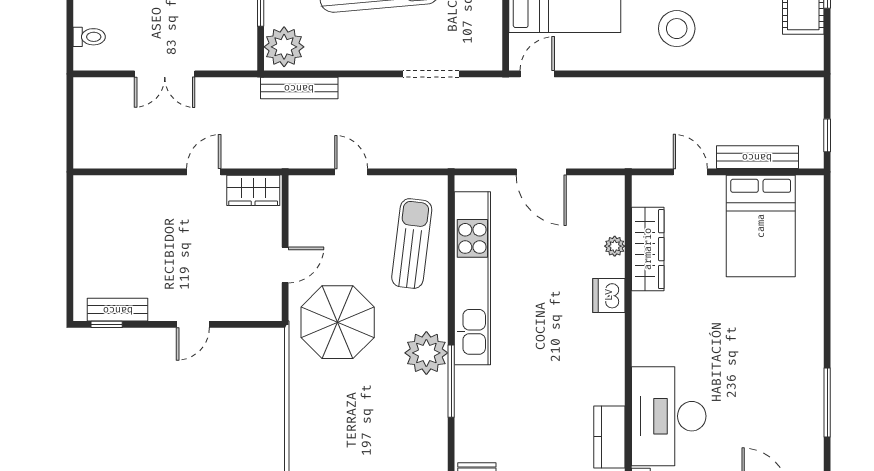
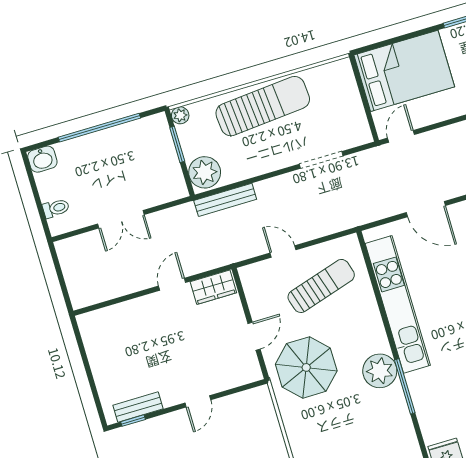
sun lounger: (412, 243) -> (321, 286), moved, turned 66

